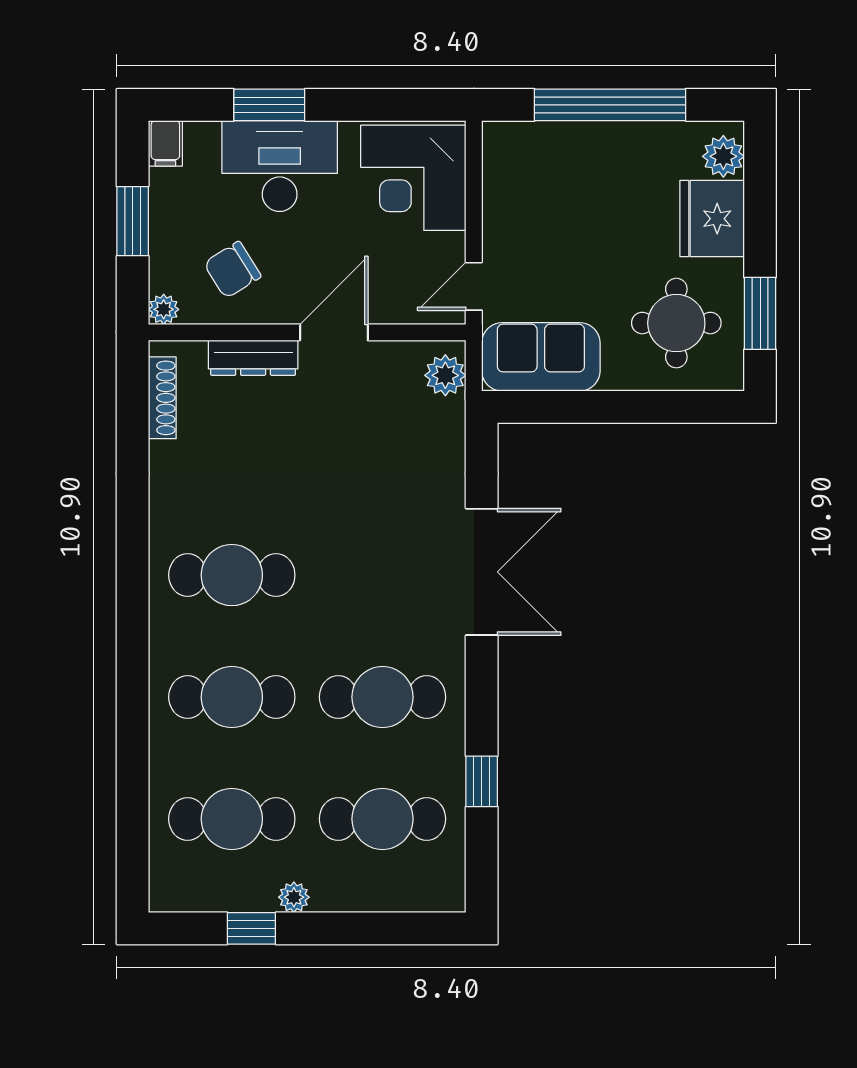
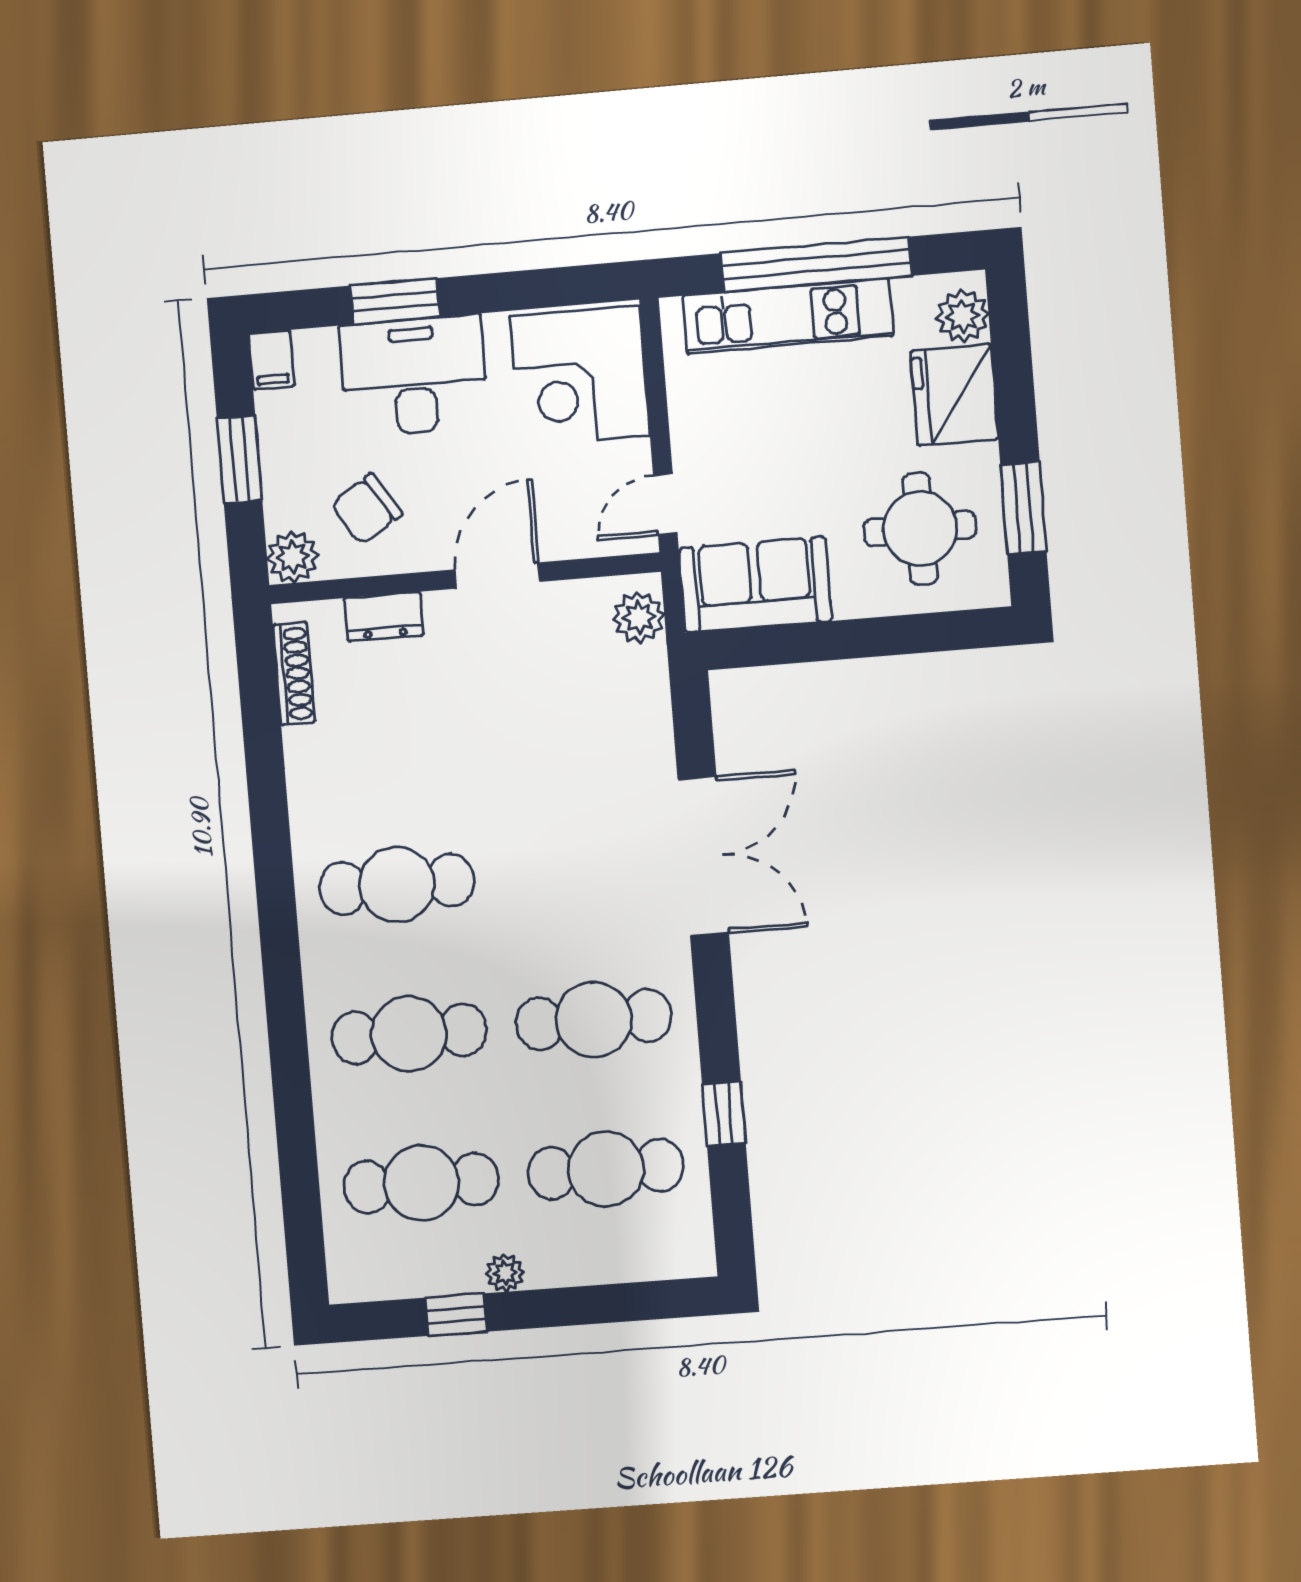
kitchen unit: (584, 144) -> (788, 316), added
plant: (164, 309) -> (293, 557), width x1.38, depth x1.38
dresser: (253, 358) -> (384, 617), width x0.70

